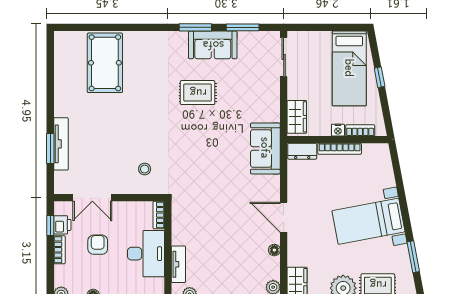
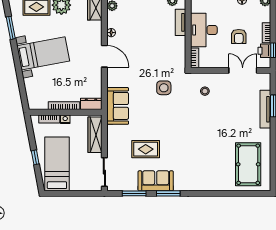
pool table: (105, 63) -> (248, 164), moved
rug: (198, 93) -> (146, 149), moved
wardrobe: (297, 117) -> (95, 135), width x1.50
side table: (202, 174) -> (164, 88), added

